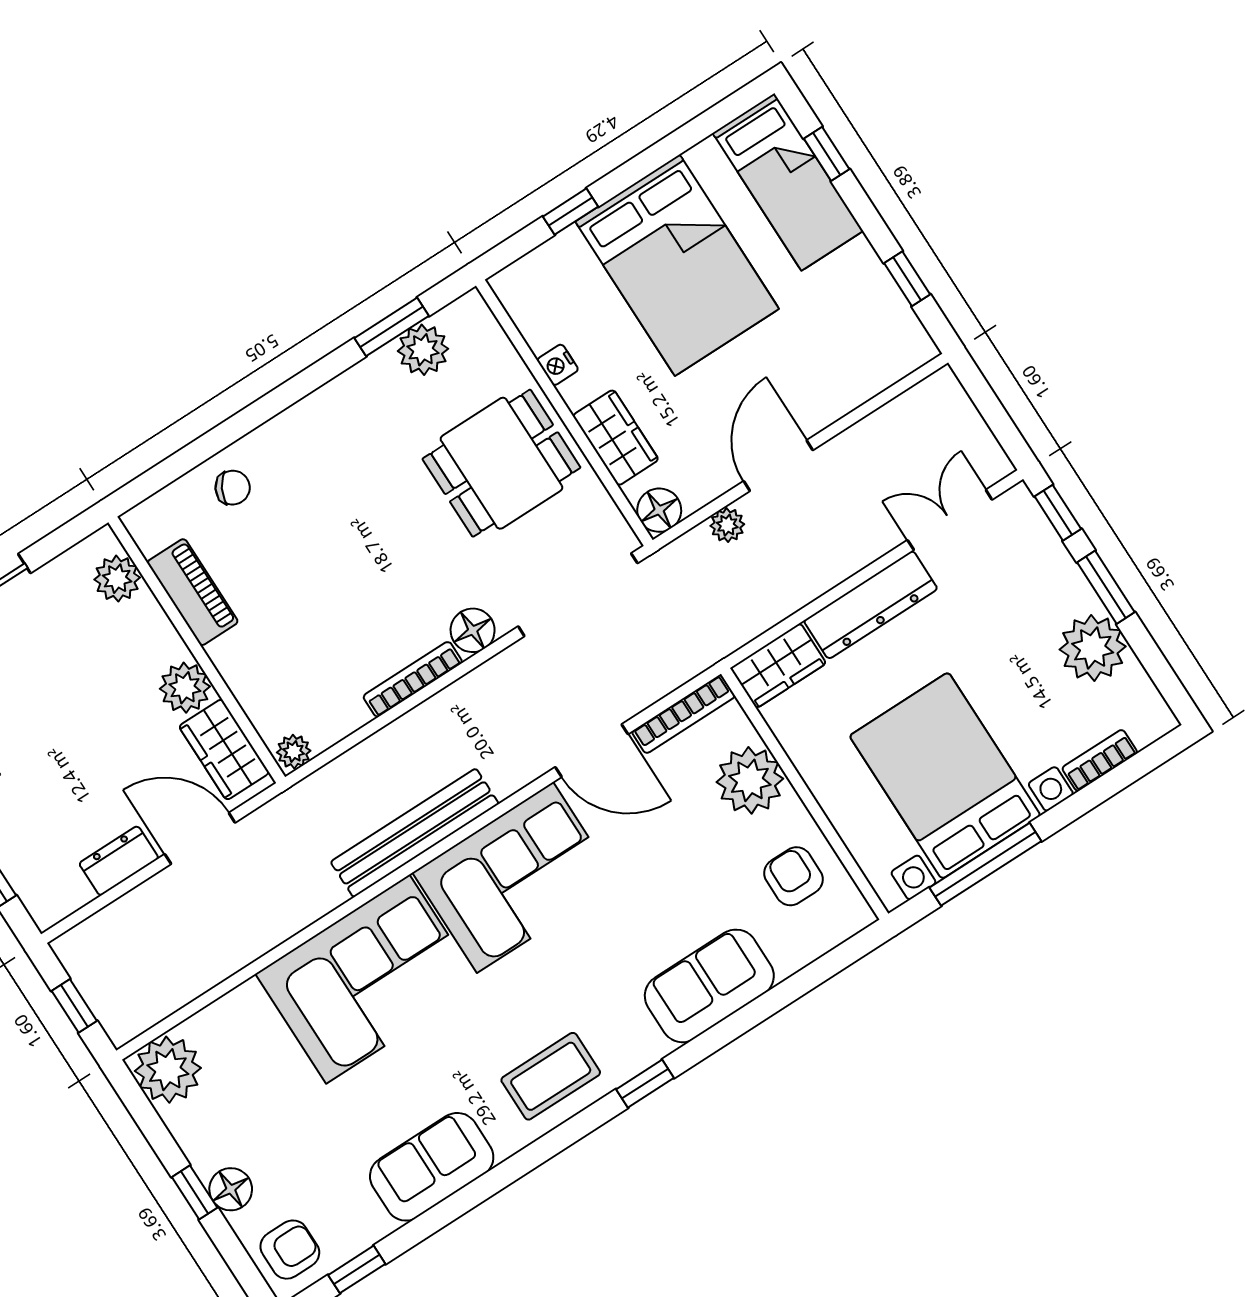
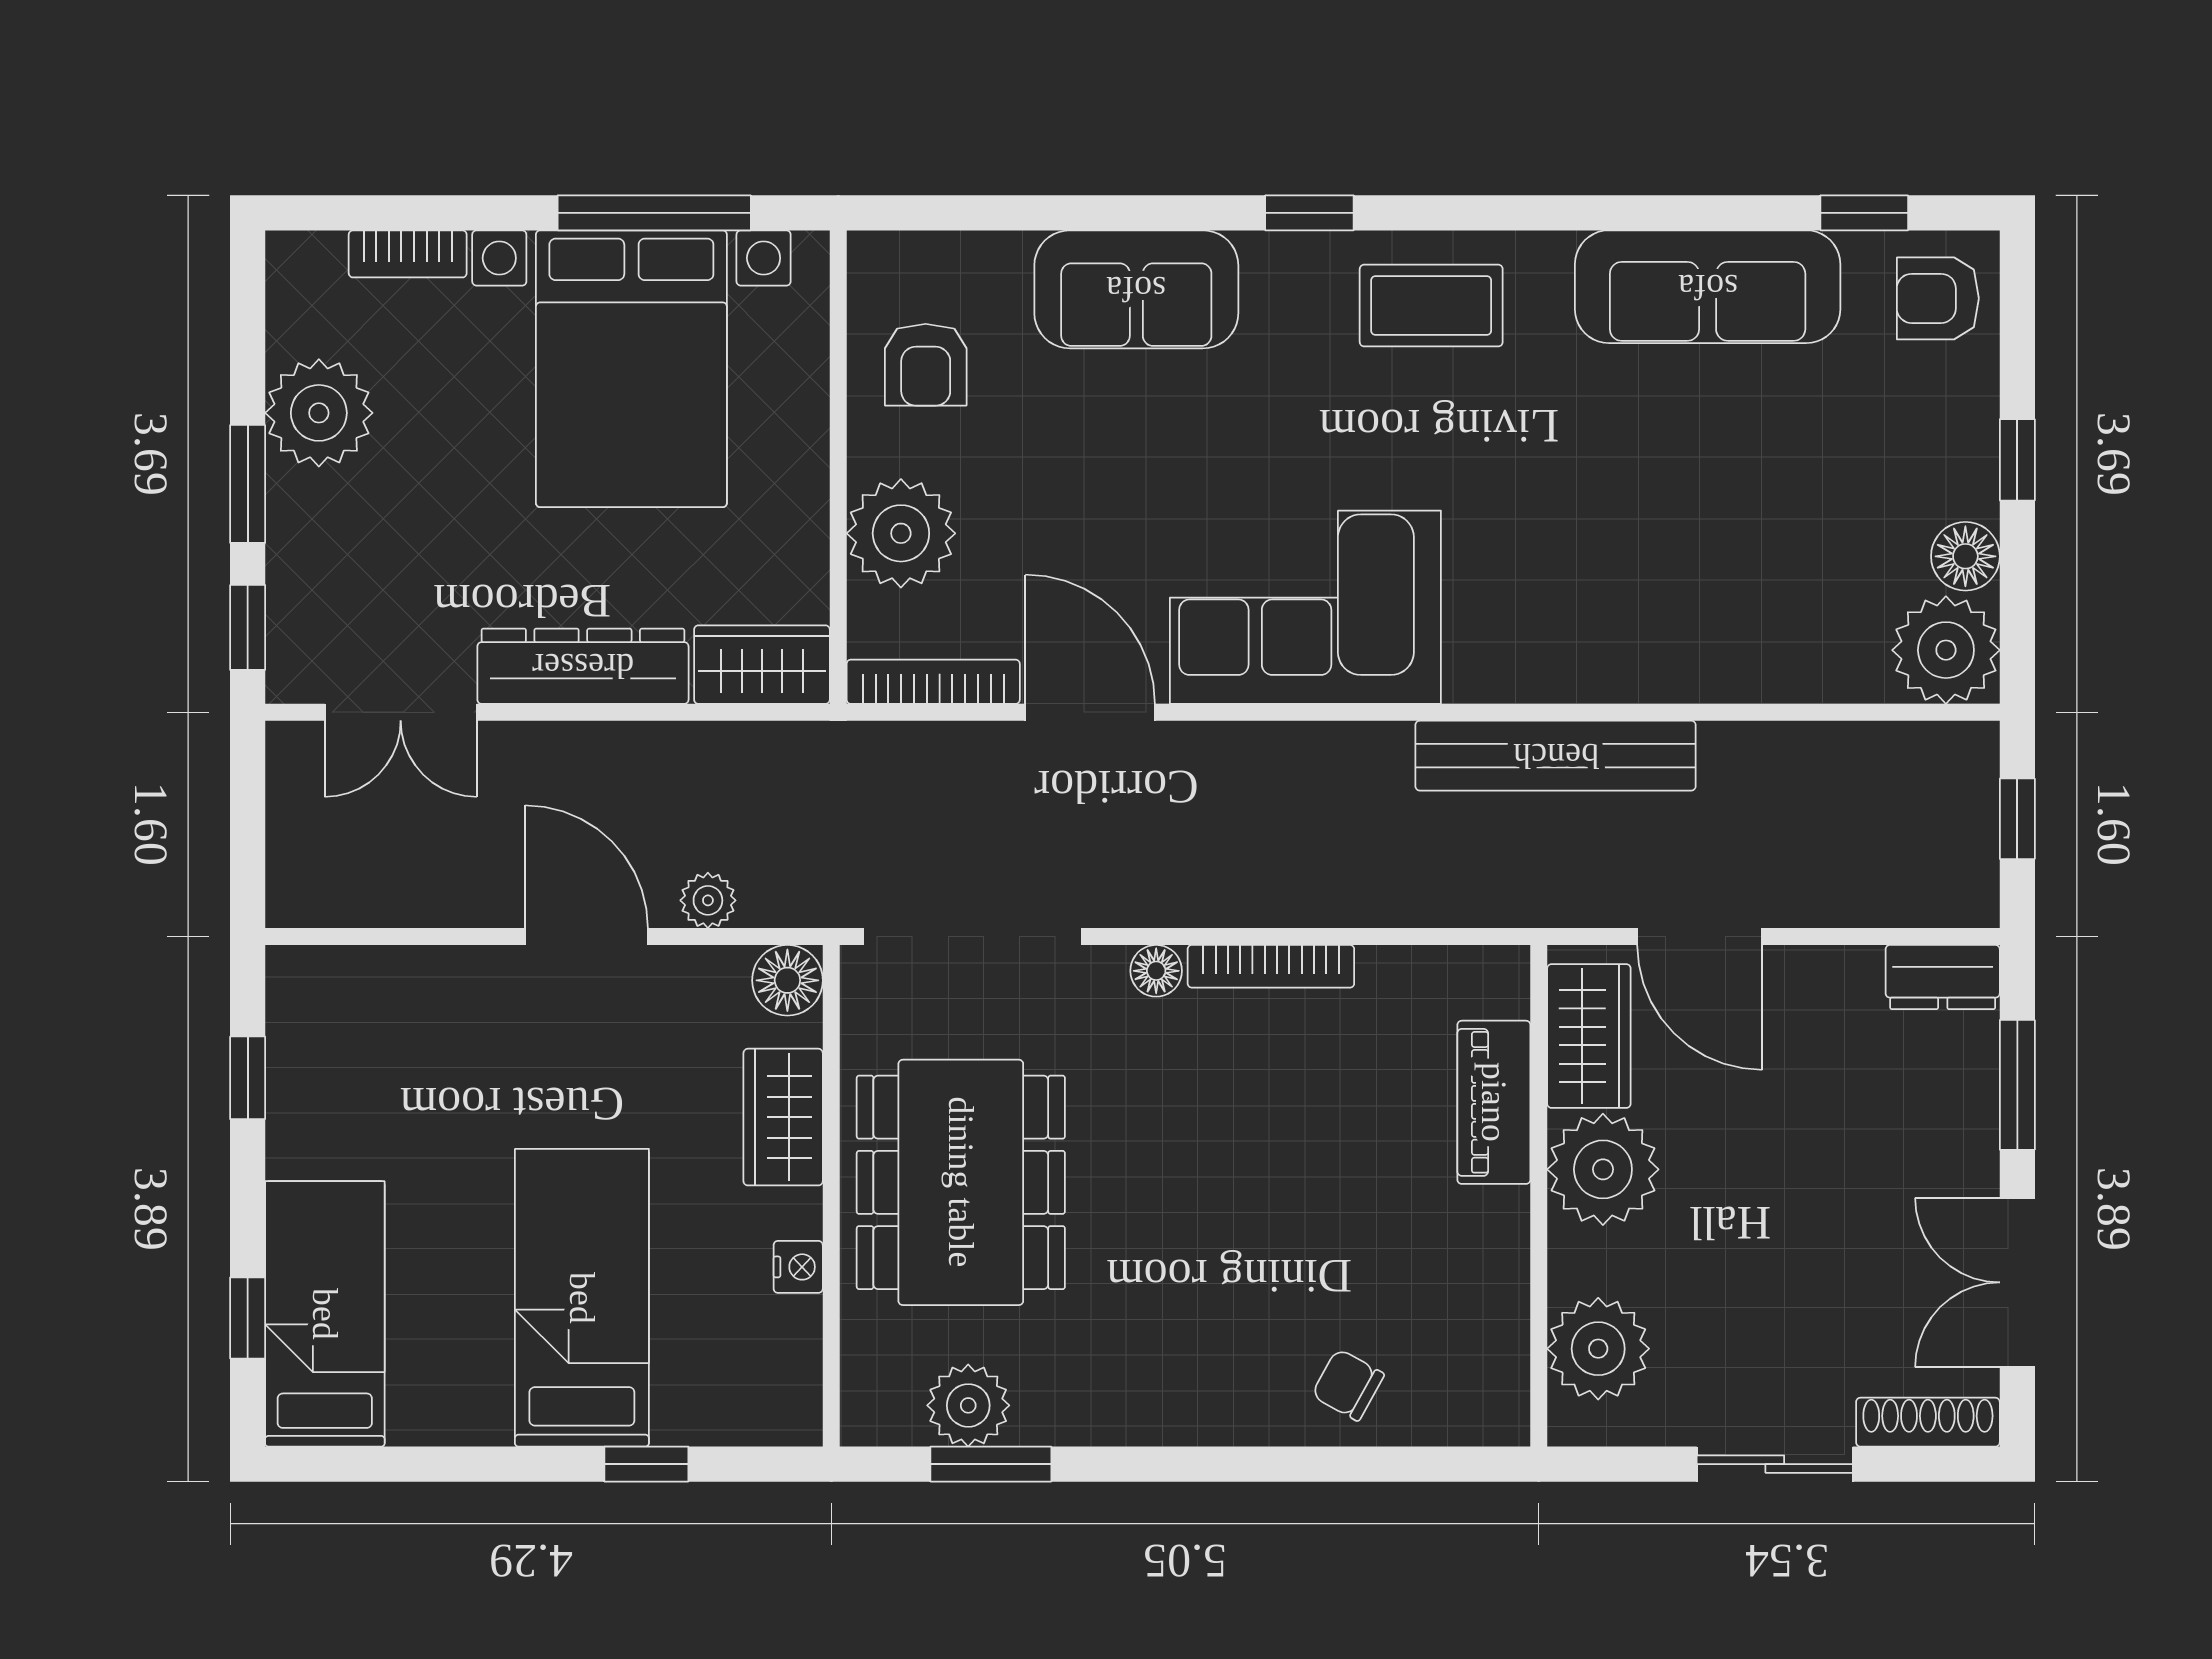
bed: (677, 265) -> (582, 1298), width x0.67
dining table: (501, 463) -> (961, 1182), width x1.38
door: (778, 466) -> (587, 937), swing flipped
plant: (117, 579) -> (1598, 1349), width x1.36, depth x1.36
piano: (193, 592) -> (1494, 1102), moved
floor lamp: (473, 630) -> (1156, 971), width x0.73, depth x0.73
plant: (185, 688) -> (1603, 1169), width x1.36, depth x1.36
plant: (294, 752) -> (1496, 972), removed
bench: (415, 833) -> (1556, 756), moved
dresser: (119, 861) -> (1943, 977), moved
corner sofa: (368, 979) -> (1595, 598), removed
sofa: (432, 1167) -> (1708, 287), width x1.36
floor lamp: (231, 1189) -> (1965, 556), moved

